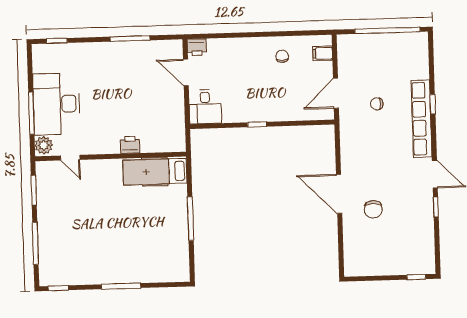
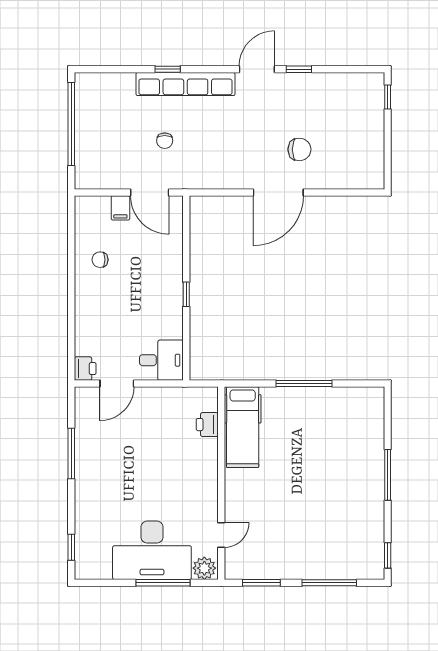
filing cabinet: (323, 53) -> (120, 208), moved
printer: (130, 145) -> (207, 425), moved

